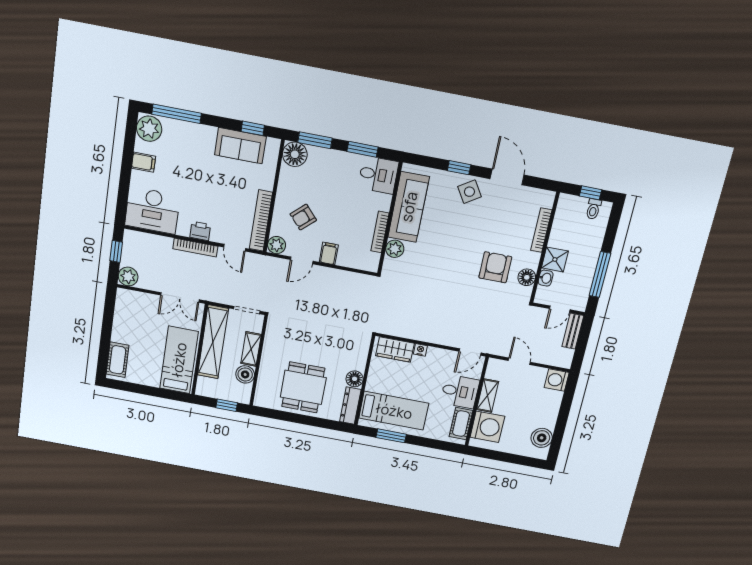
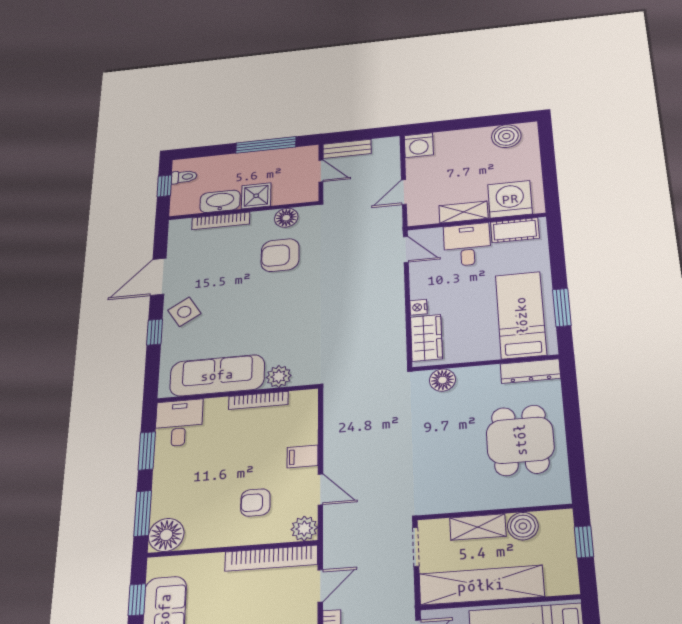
armchair: (303, 217) -> (255, 502), turned 132
washbasin: (546, 278) -> (220, 201), moved, width x1.91, depth x1.45
floor lamp: (355, 379) -> (442, 380), moved
dining table: (303, 387) -> (520, 440), turned 90

